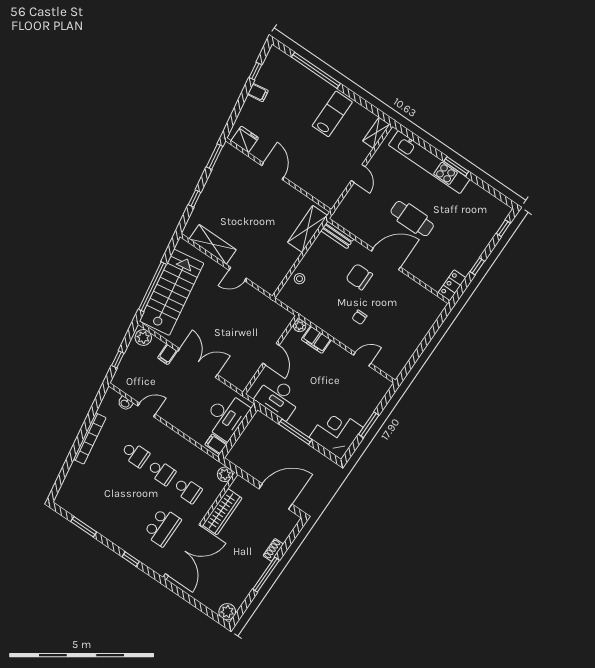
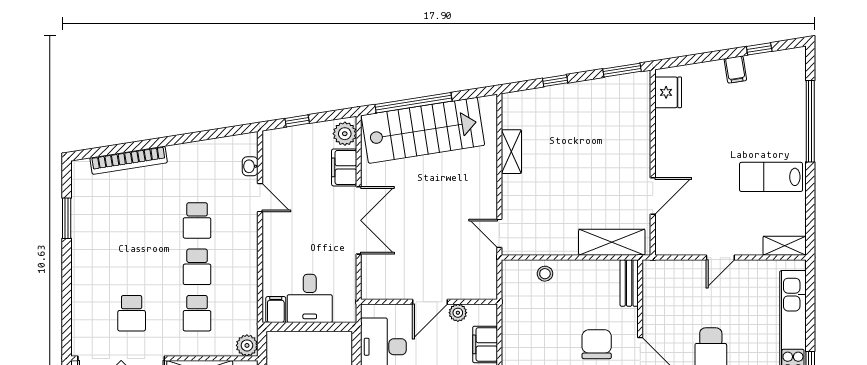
lab bench: (332, 114) -> (771, 177), turned 180
door: (273, 171) -> (653, 196), moved
shelving: (213, 244) -> (511, 152), width x0.67, depth x0.75
door: (238, 274) -> (499, 233), moved
plant: (300, 326) -> (458, 313), moved
filing cabinet: (167, 354) -> (344, 167), width x2.00
desk: (226, 416) -> (310, 298), width x0.73
bookcase: (90, 438) -> (129, 160), moved
school desk: (162, 527) -> (132, 313), width x0.54
window: (131, 559) -> (67, 302), removed

